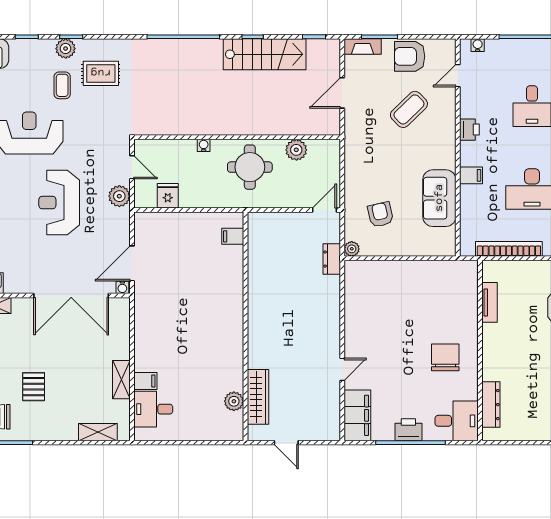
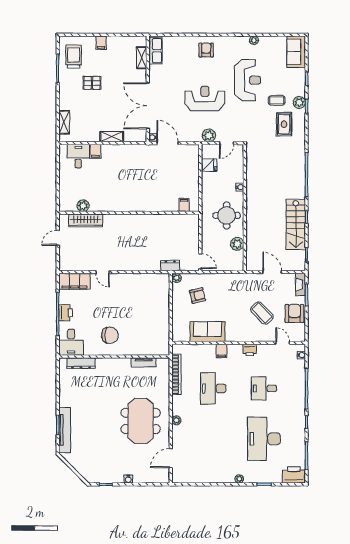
shelving: (121, 380) -> (112, 137), moved

